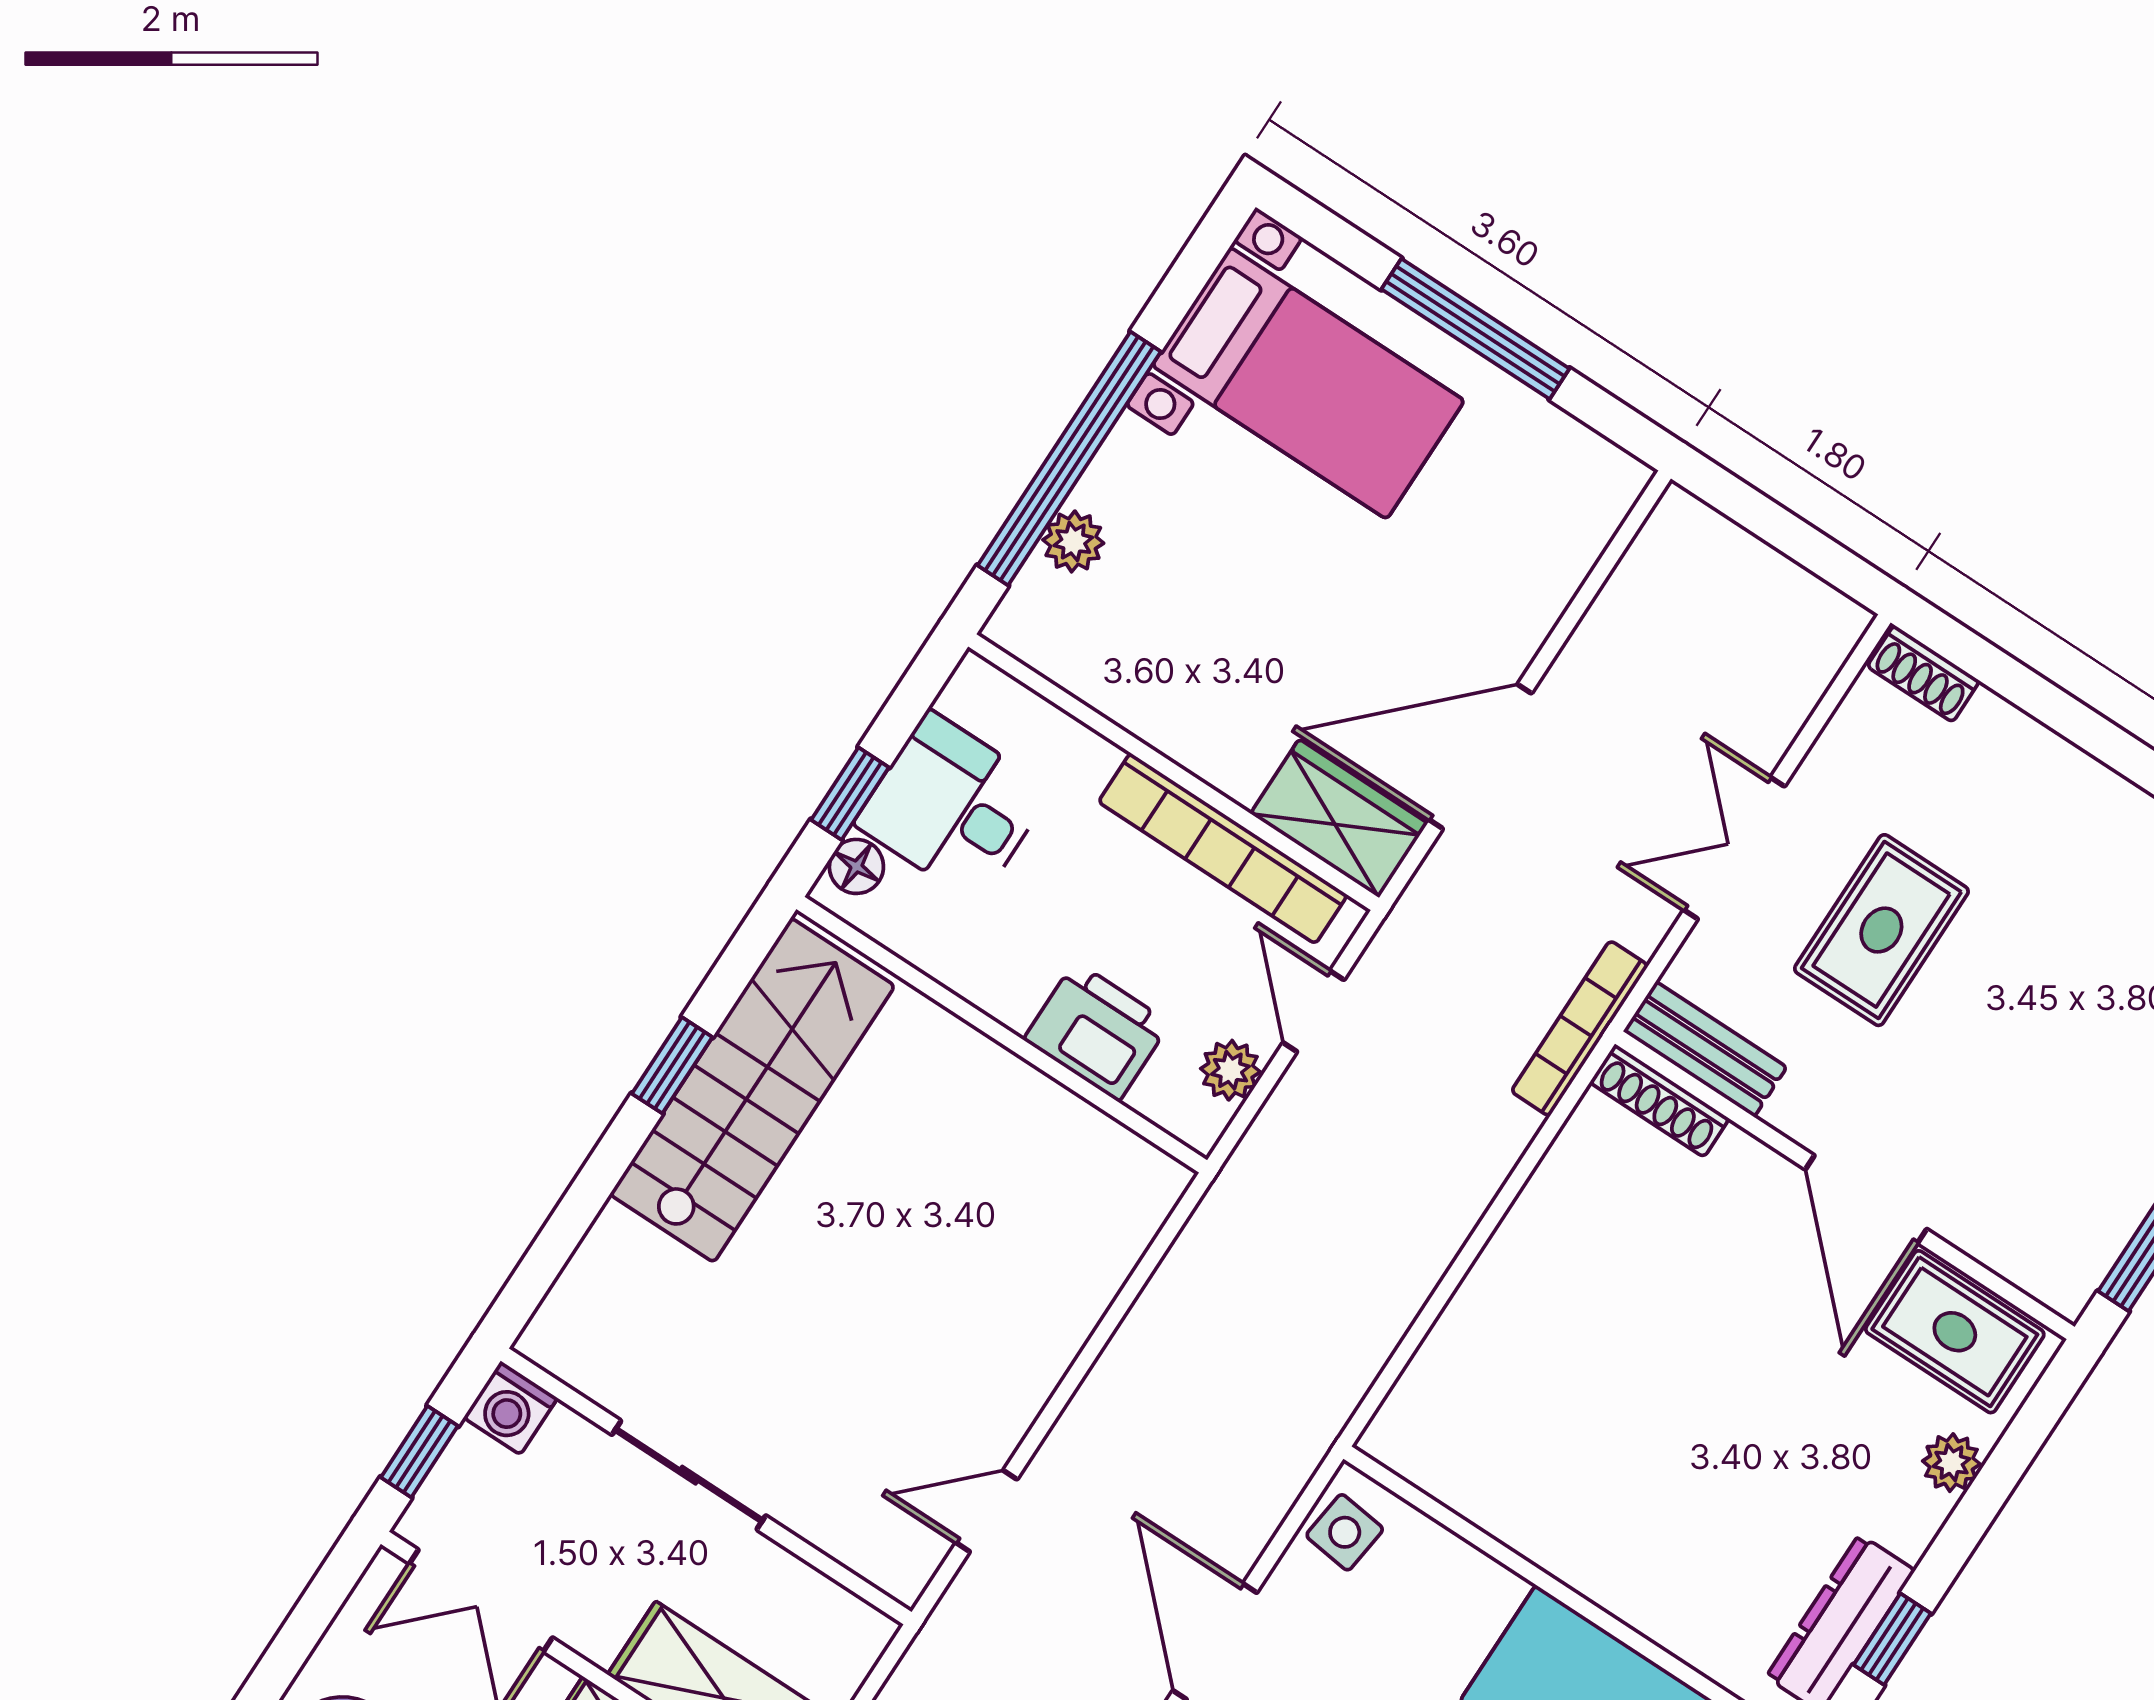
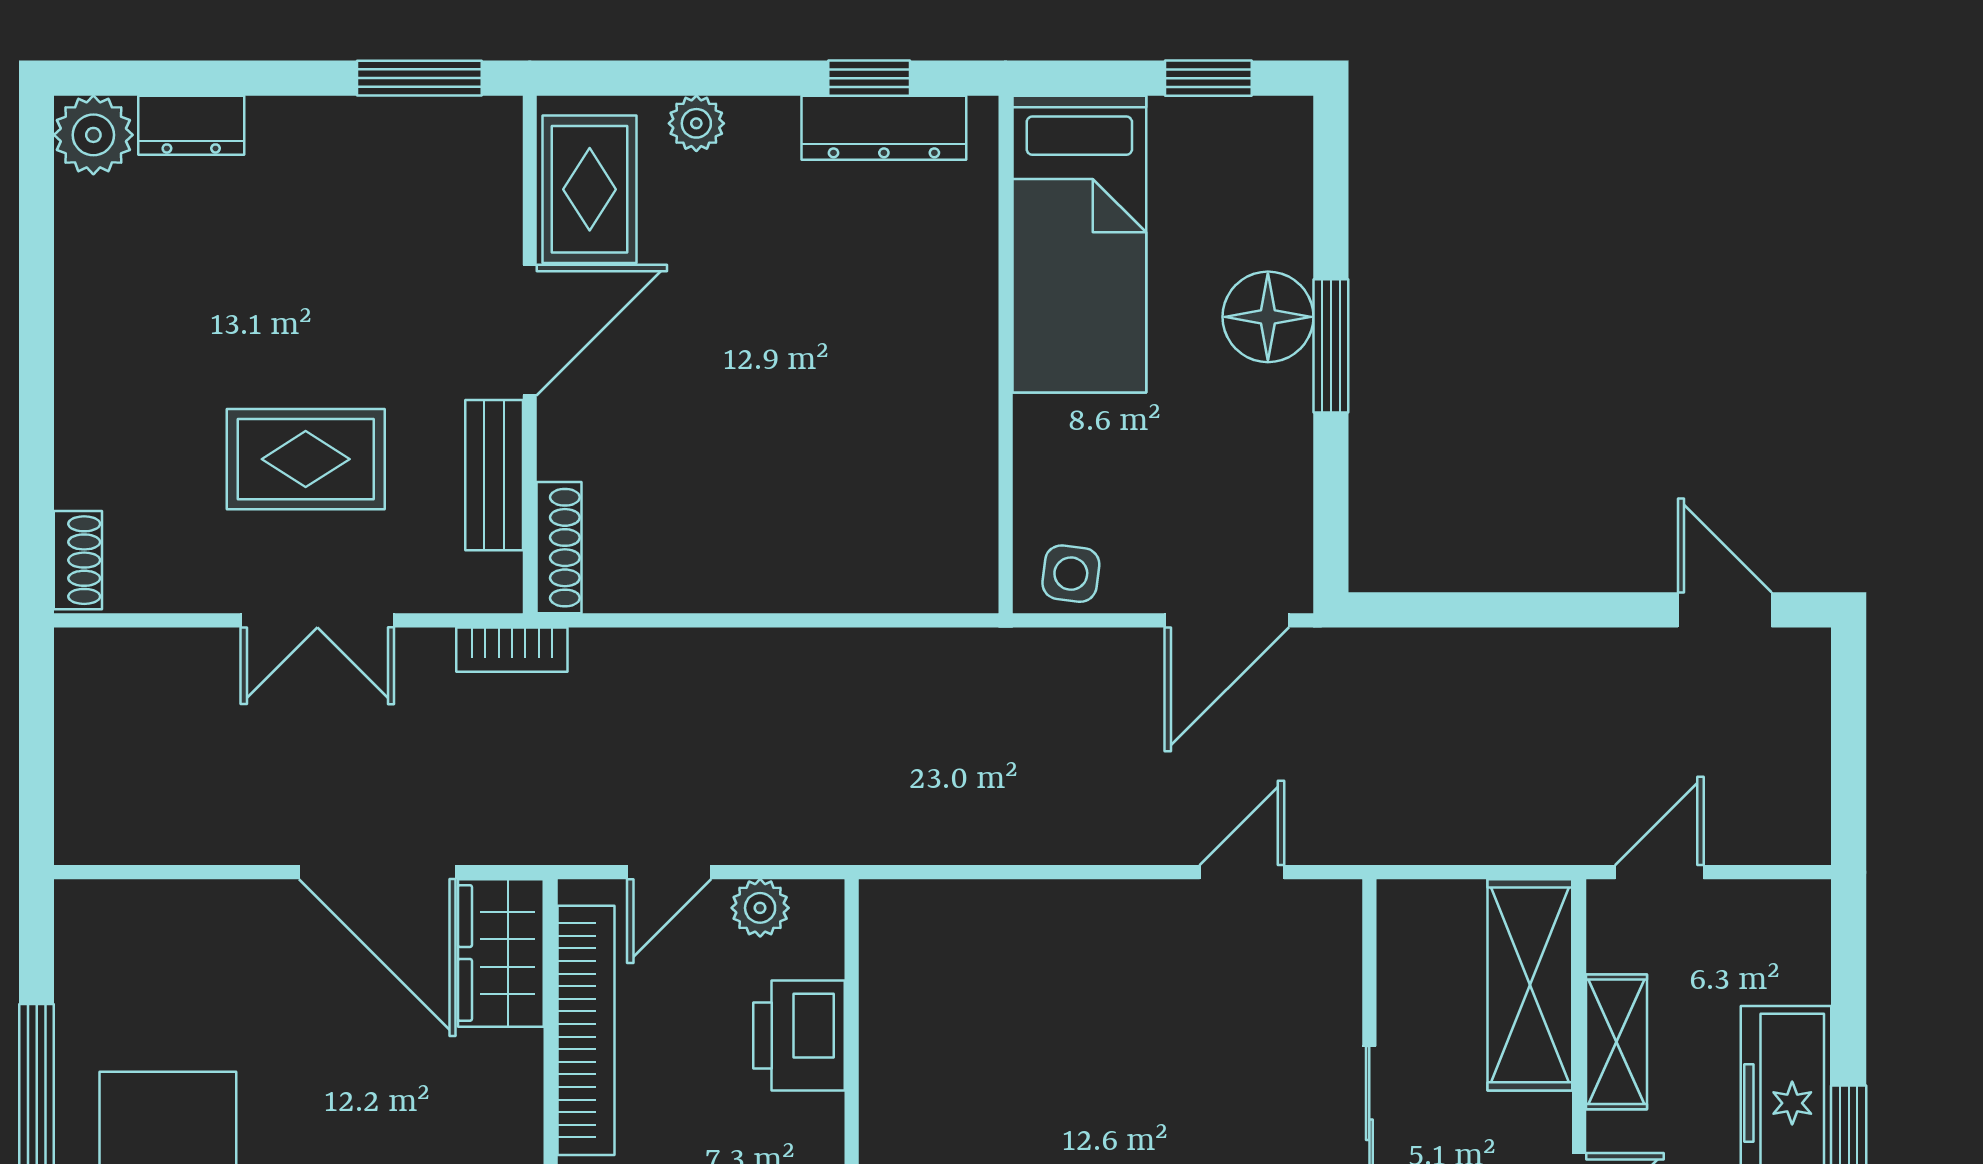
bookcase: (1580, 1028) -> (512, 650), width x0.64
bench: (1705, 1049) -> (494, 475), moved
door: (987, 1511) -> (1242, 872), swing flipped

